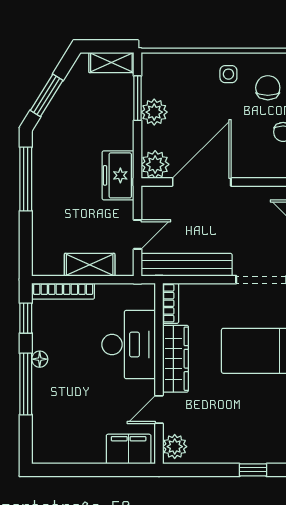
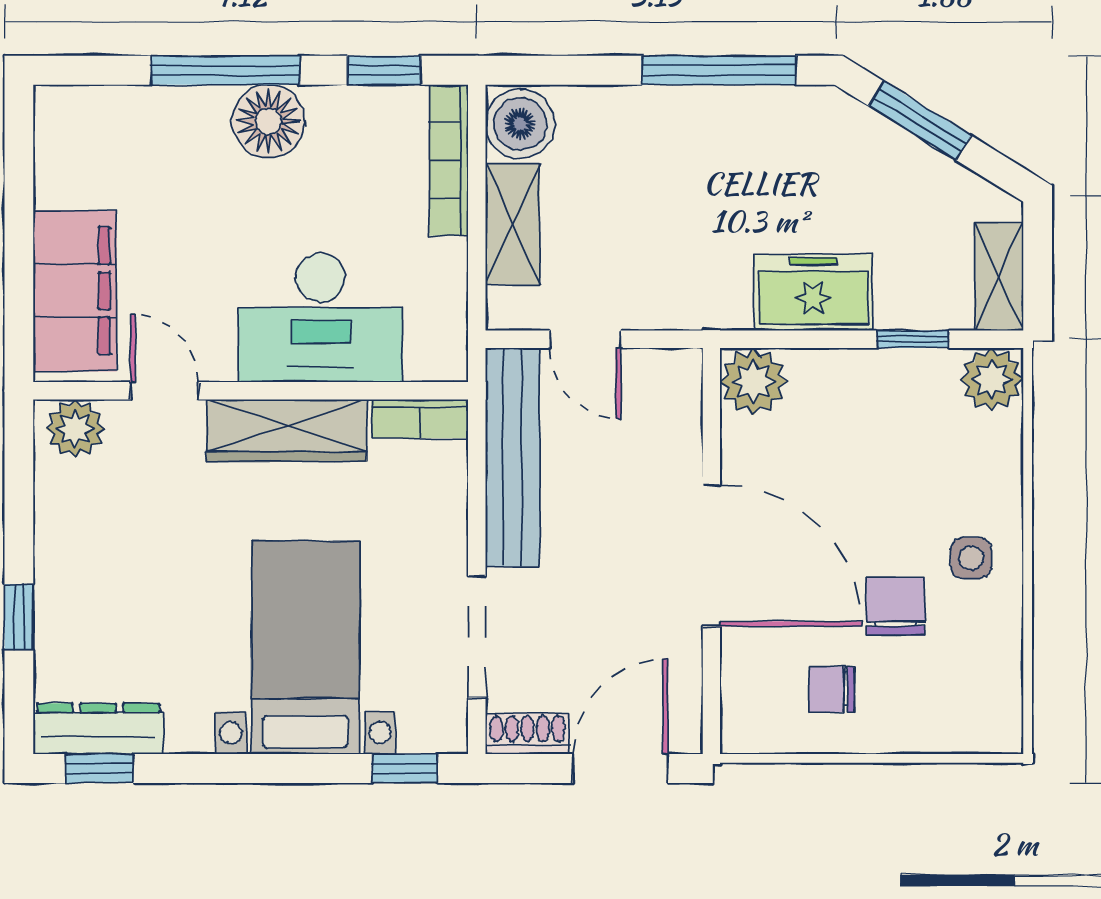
chair: (268, 88) -> (896, 606), moved, turned -90
window: (138, 98) -> (913, 339), width x0.67
plant: (154, 112) -> (992, 379), moved
freezer: (118, 175) -> (813, 292), moved
door: (202, 182) -> (711, 556), moved
boiler: (48, 262) -> (520, 124), added
floor lamp: (40, 359) -> (268, 121), width x1.89, depth x1.89
filing cabinet: (129, 449) -> (75, 291), width x1.50, depth x1.17

